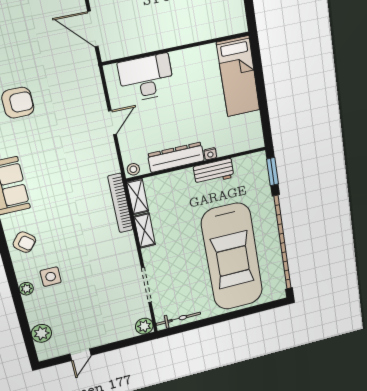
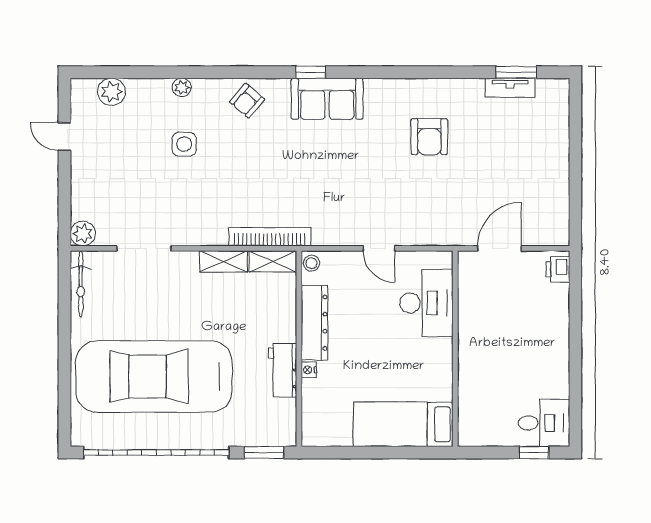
side table: (51, 277) -> (184, 144), moved

